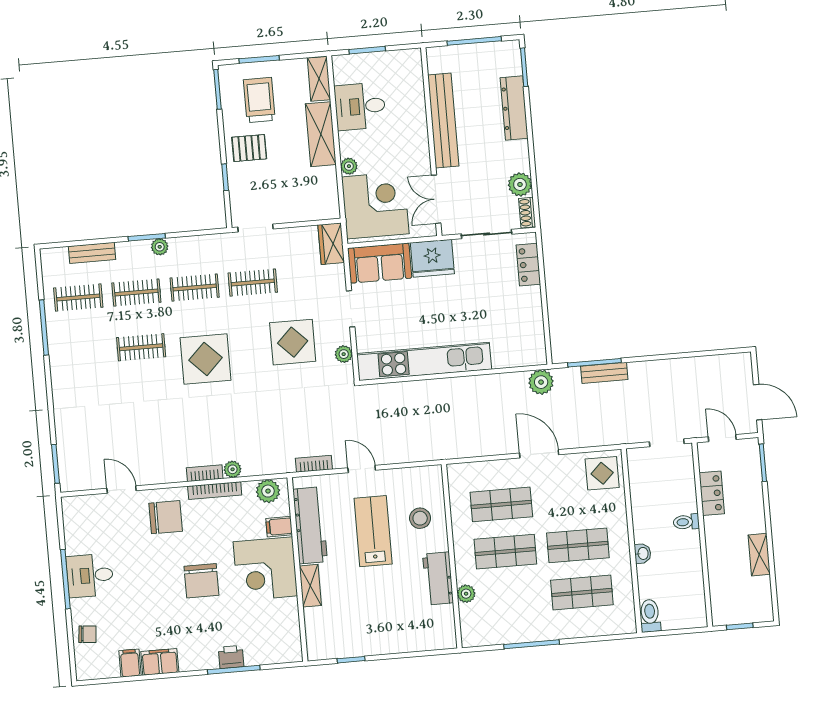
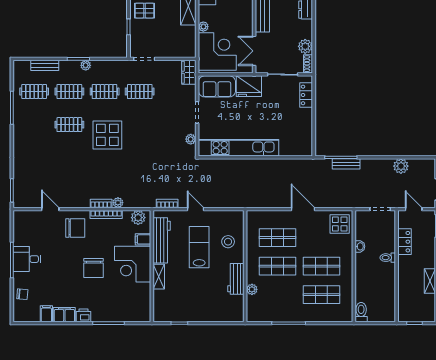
display table: (293, 342) -> (161, 129), removed
plant: (541, 382) -> (401, 166), moved
washbasin: (643, 553) -> (360, 246), moved
printer: (231, 657) -> (83, 315), moved

